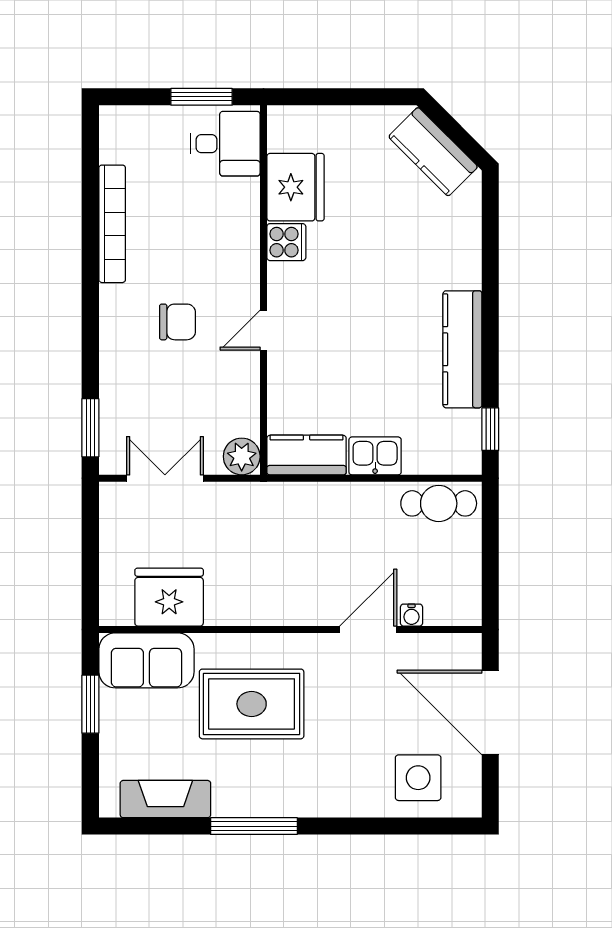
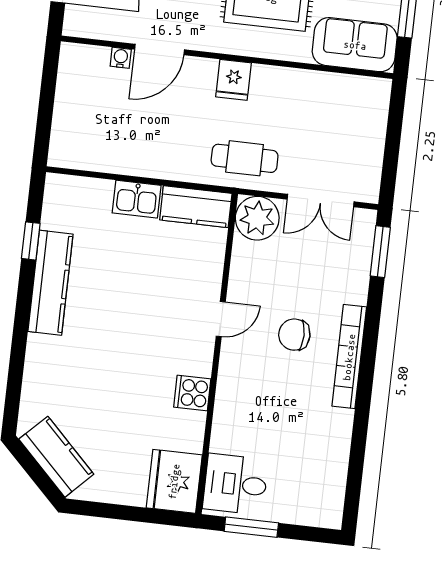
fridge: (295, 187) -> (174, 481), moved
bookcase: (112, 224) -> (349, 357), moved
window: (490, 429) -> (31, 241), moved
plant: (242, 456) -> (257, 218), width x1.36, depth x1.36
cafe table: (439, 503) -> (245, 158), moved
fridge: (169, 597) -> (233, 80), moved, width x0.53, depth x0.75

